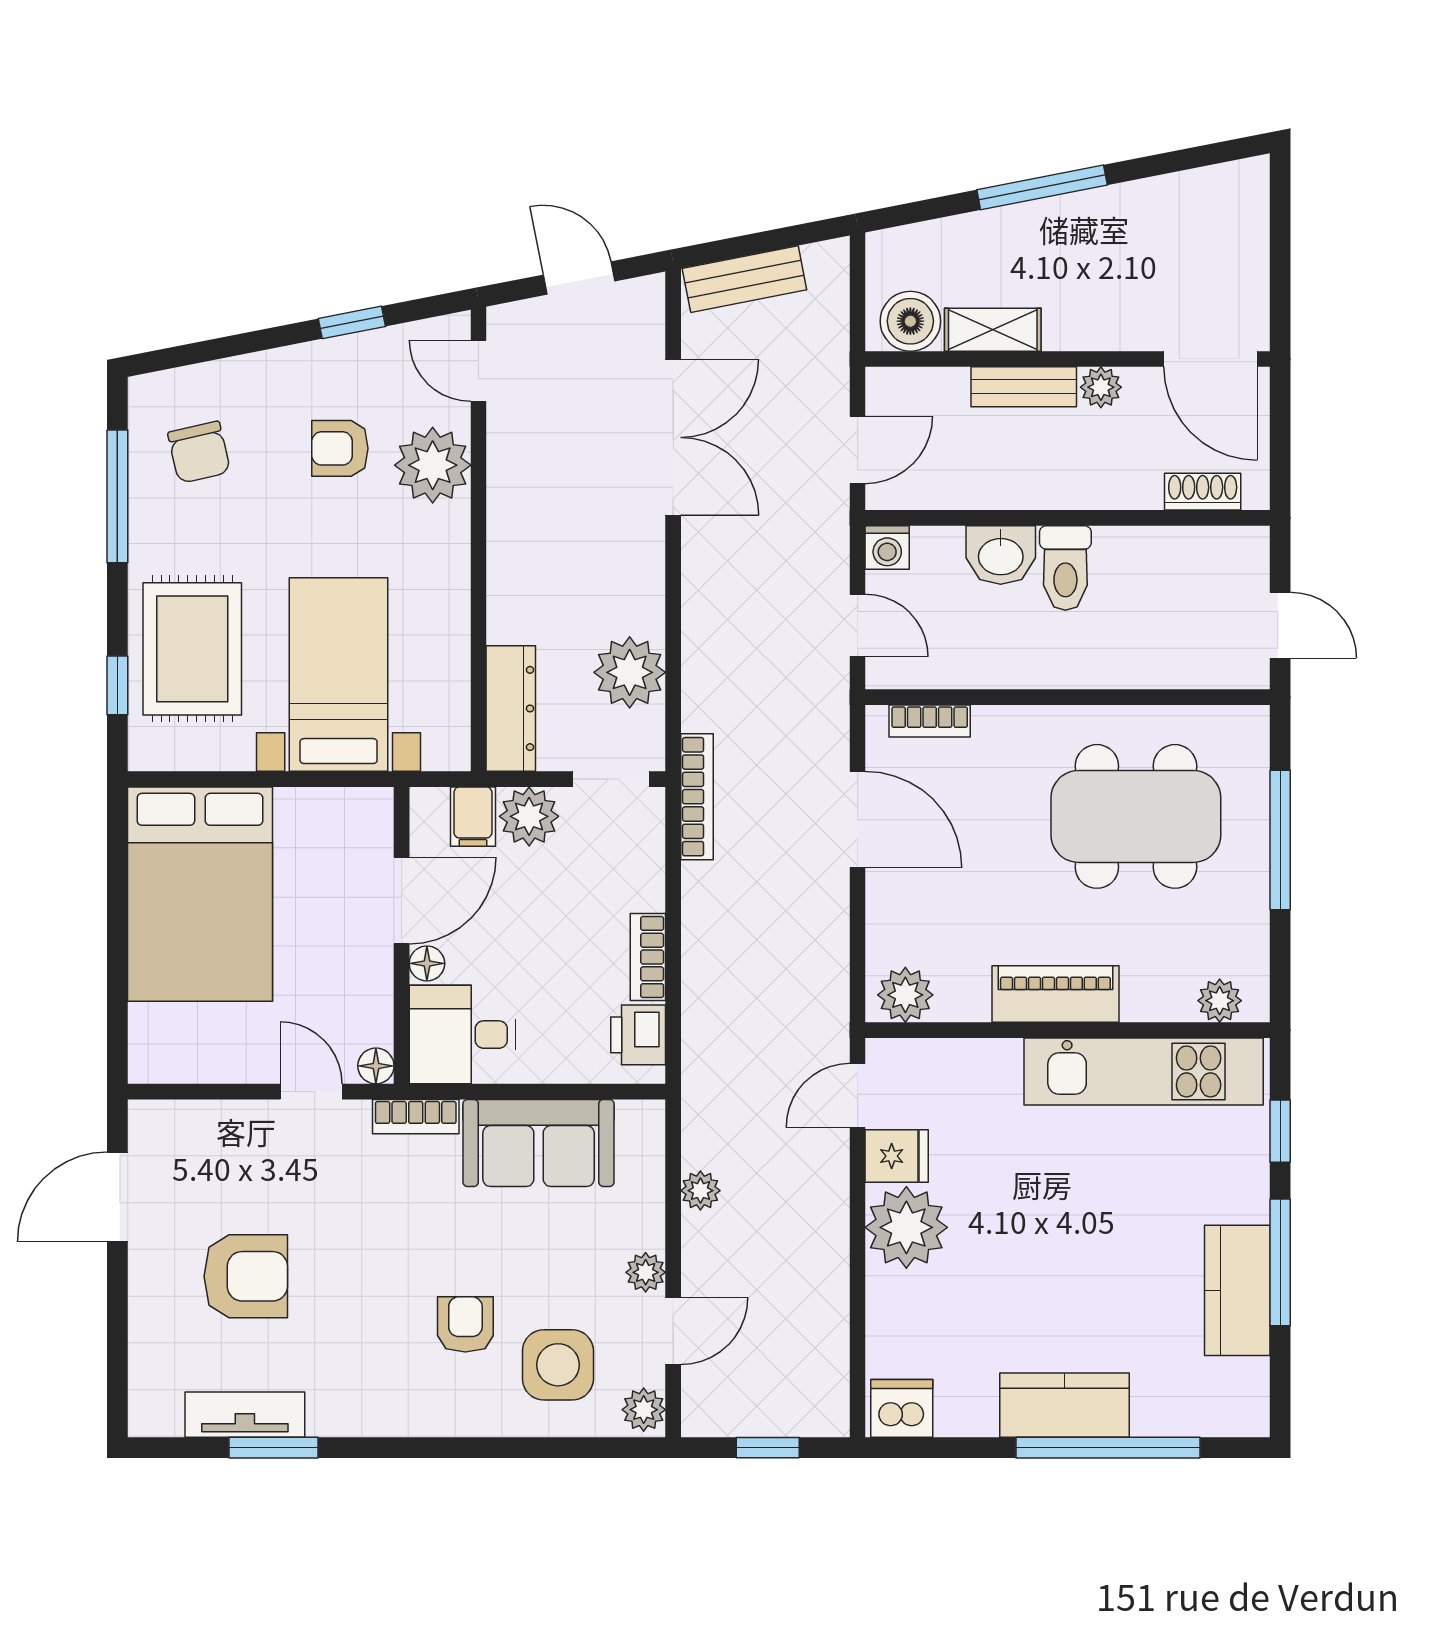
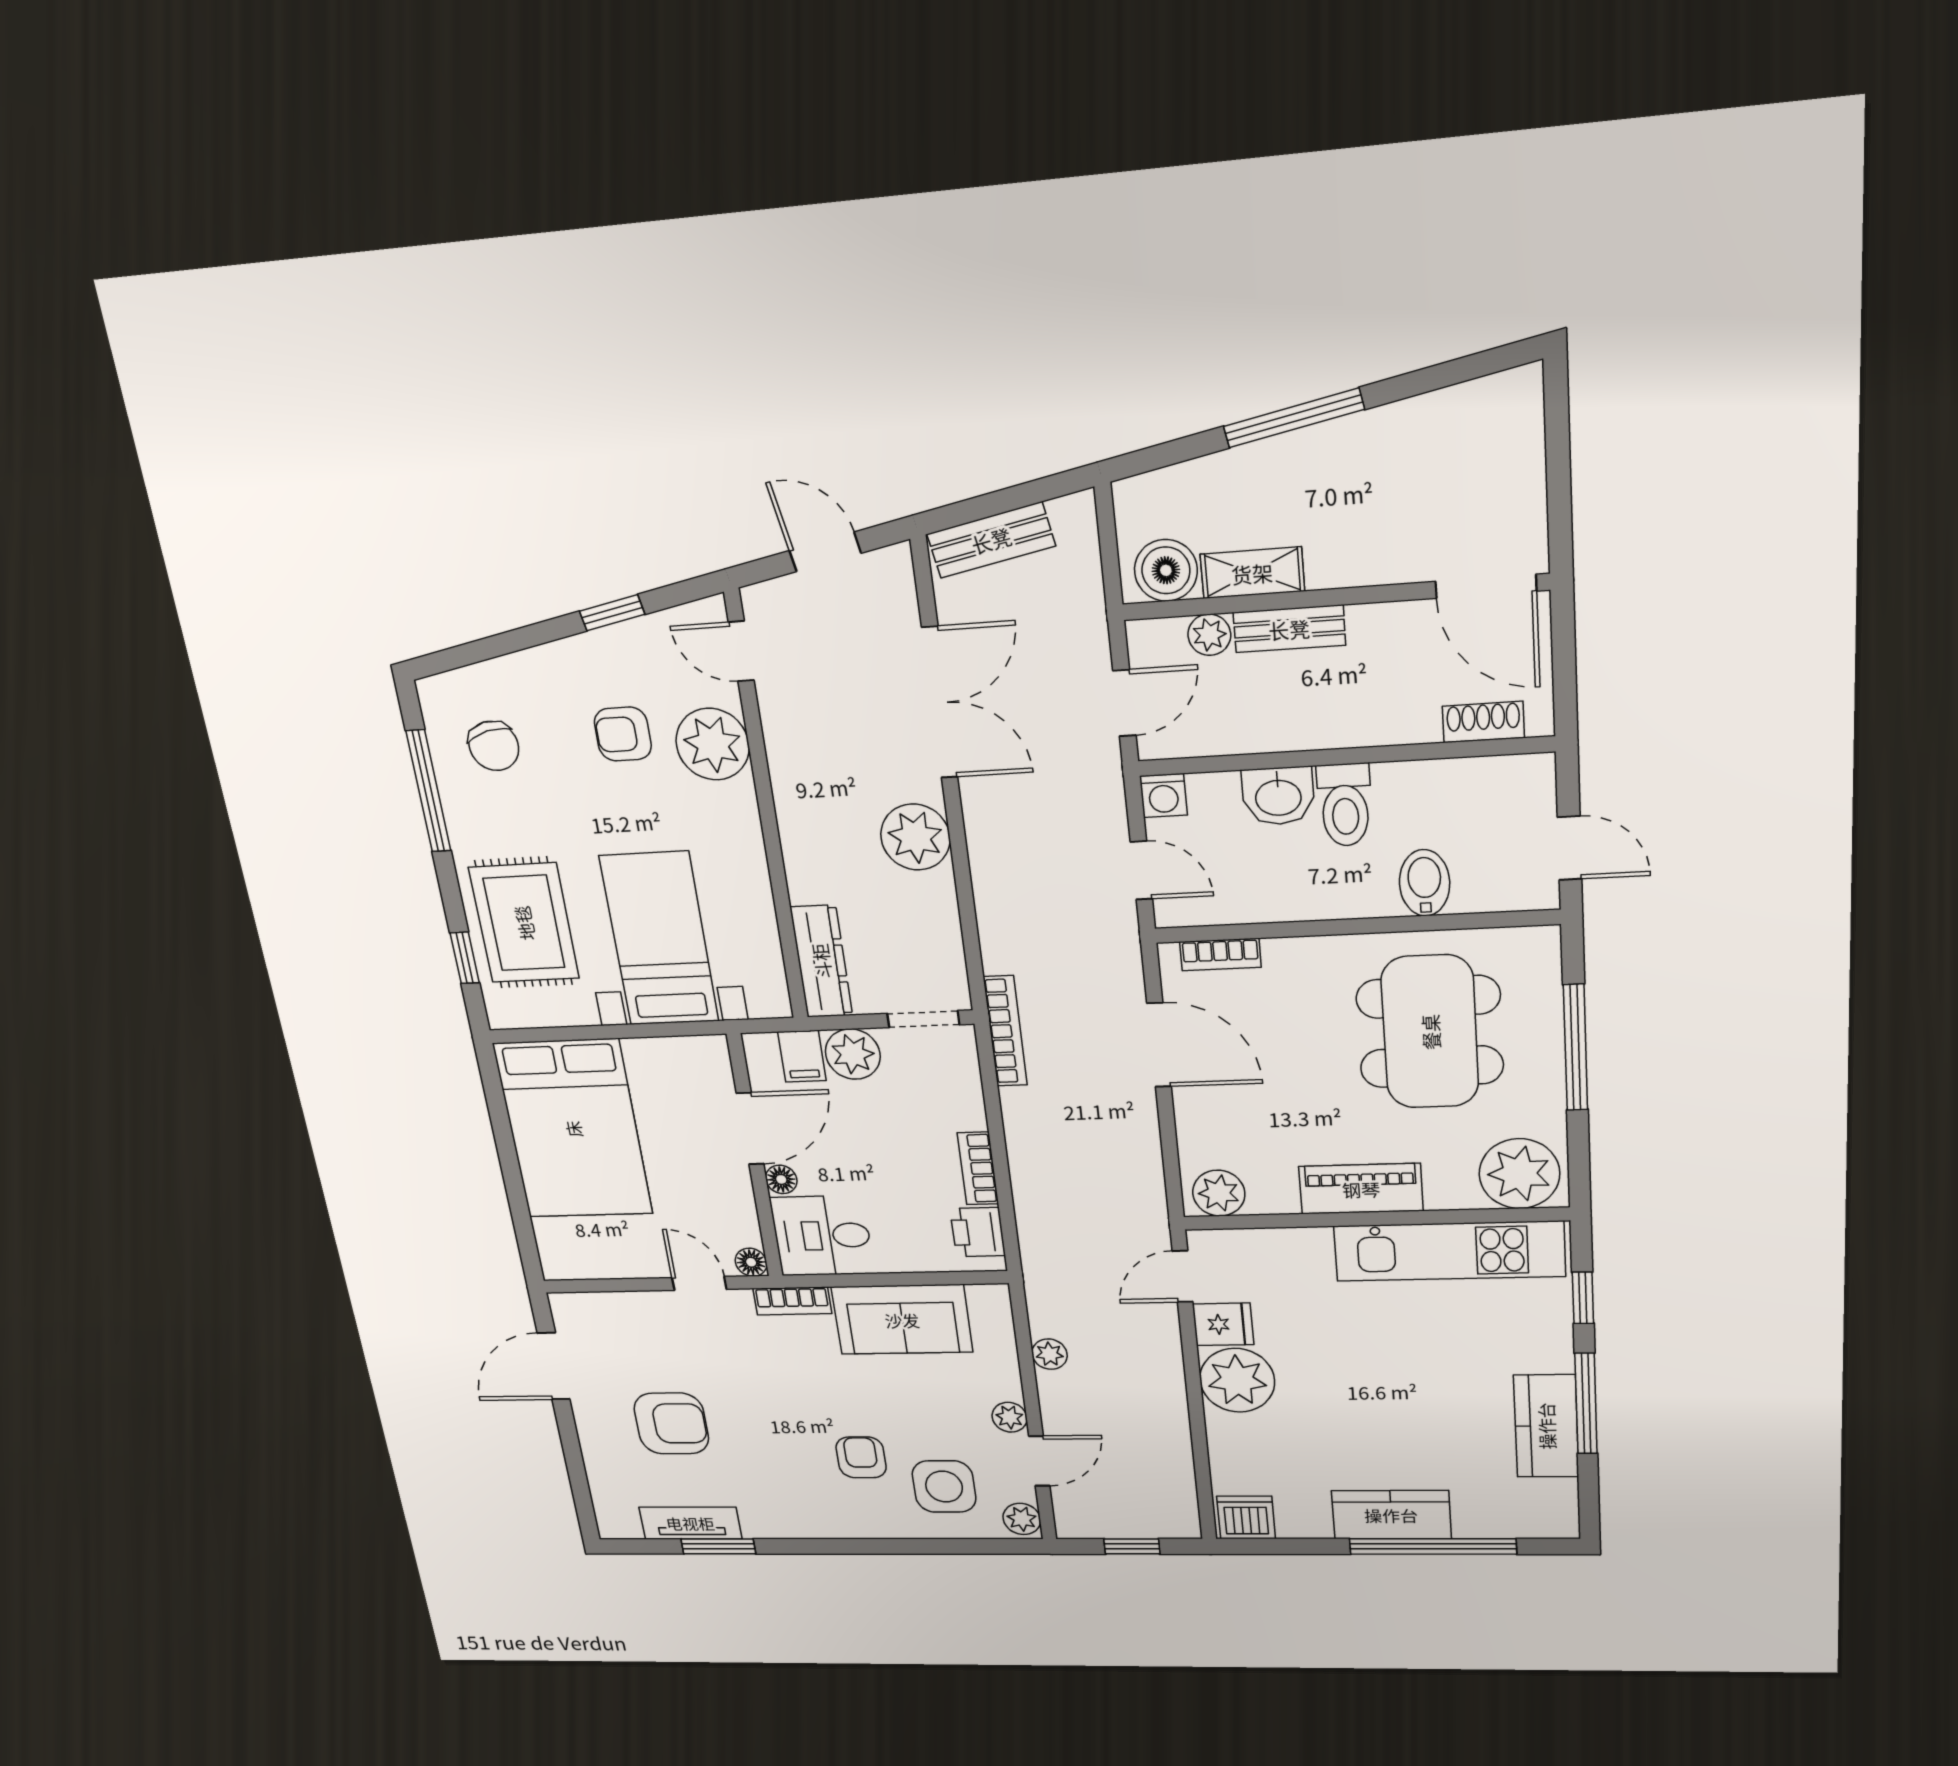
plant: (1101, 387) -> (1209, 635), moved
bidet: (1139, 654) -> (1425, 883), added
plant: (630, 672) -> (915, 837), moved
dining table: (1136, 816) -> (1430, 1032), turned 90
plant: (1220, 1001) -> (1519, 1174), width x1.88, depth x1.88

